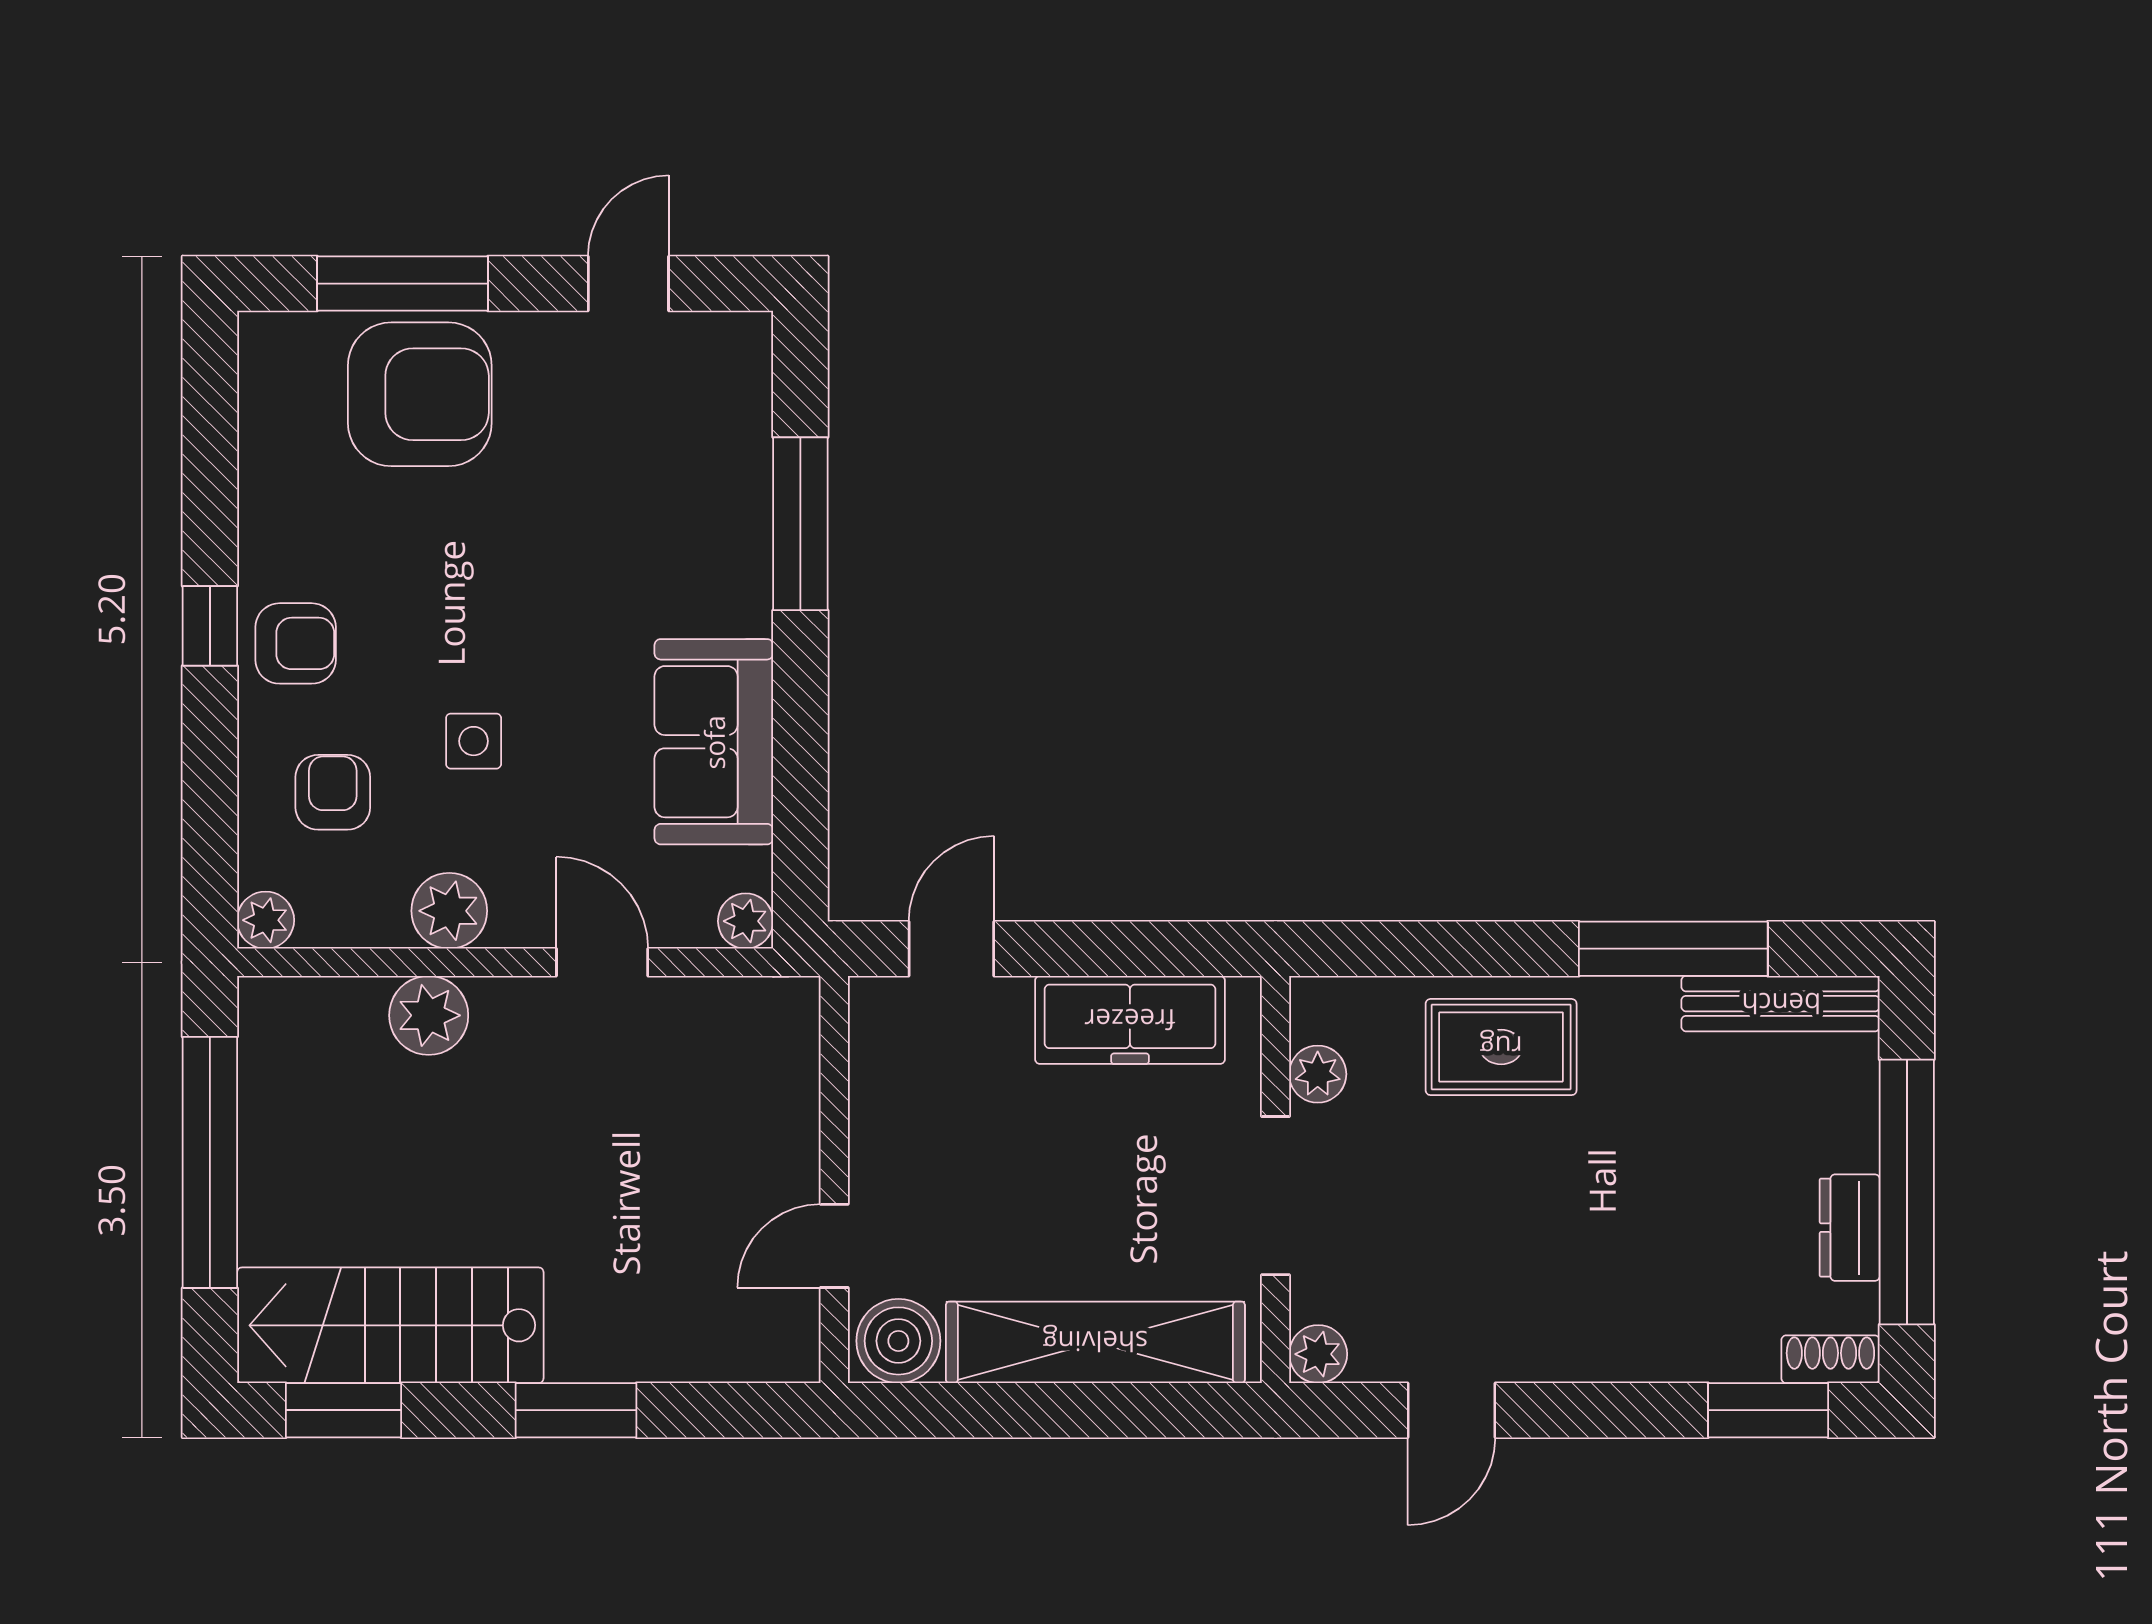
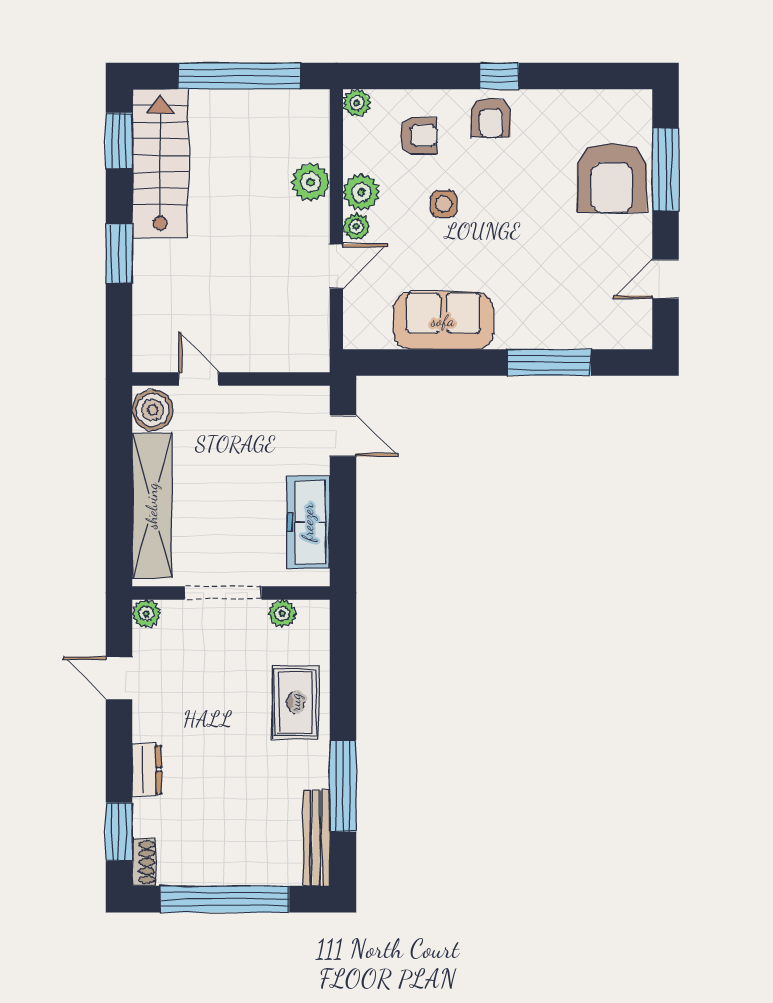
door: (628, 284) -> (666, 279), swing flipped
plant: (746, 921) -> (356, 227), moved
dresser: (1850, 1228) -> (147, 770), moved, turned 90

